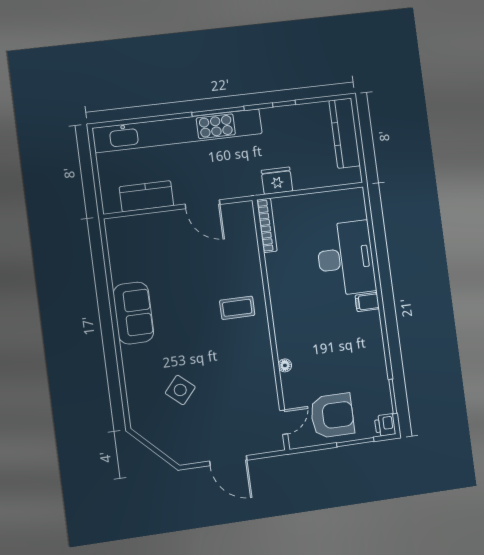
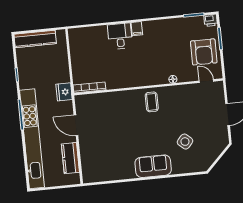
fridge: (277, 181) -> (64, 92), moved
door: (203, 204) -> (76, 125), swing flipped
desk: (346, 258) -> (120, 36), width x0.53, depth x0.77
coffee table: (237, 308) -> (152, 102), moved
sofa: (133, 313) -> (153, 166), moved
armchair: (332, 416) -> (204, 52), turned 180

